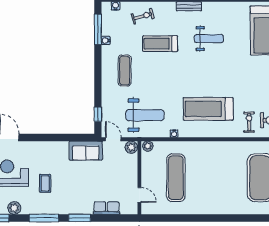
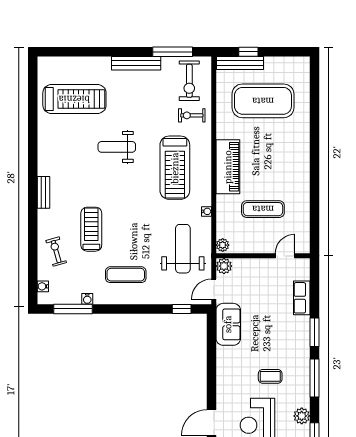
weight bench: (209, 39) -> (117, 147), moved, turned -90
treadmill: (160, 44) -> (91, 229), turned 180
piano: (209, 150) -> (228, 167), added
exercise mat: (176, 178) -> (263, 209), width x0.73, depth x0.69

